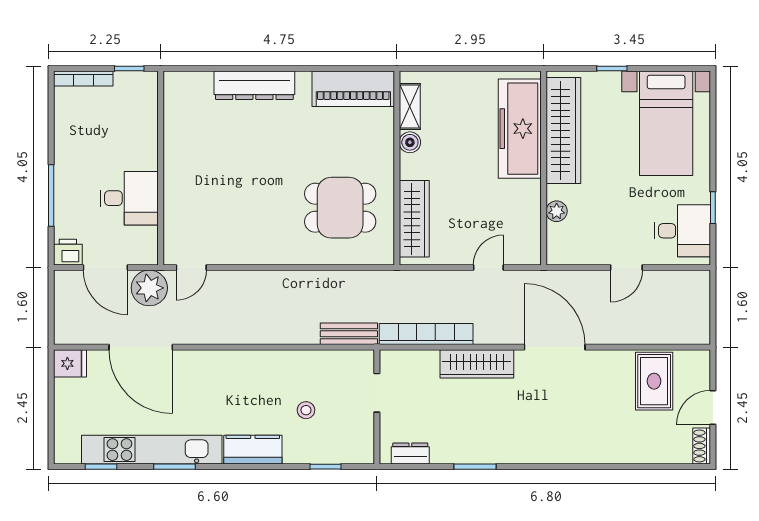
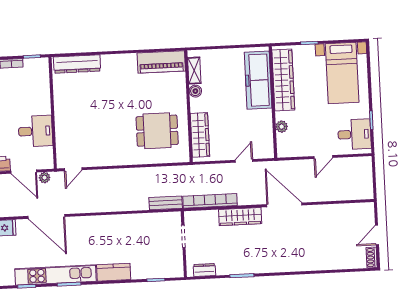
dresser: (254, 85) -> (77, 64), moved
plant: (149, 288) -> (45, 178), width x0.53, depth x0.53
rug: (654, 381) -> (342, 222), removed
stool: (306, 410) -> (143, 248), removed

